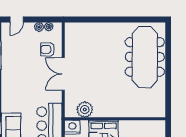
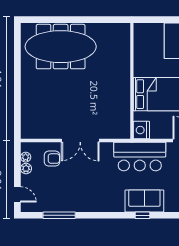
armchair: (48, 49) -> (52, 159), turned -90
plant: (85, 110) -> (121, 116), removed

